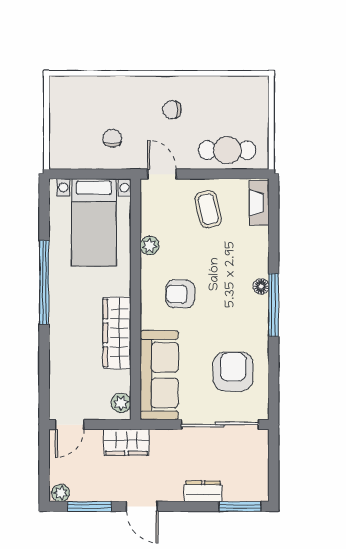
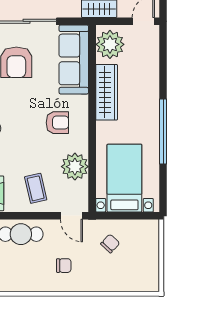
chair: (112, 138) -> (110, 244), turned -137
plant: (150, 246) -> (75, 167), width x1.87, depth x1.87
plant: (121, 403) -> (110, 44), width x1.88, depth x1.88

